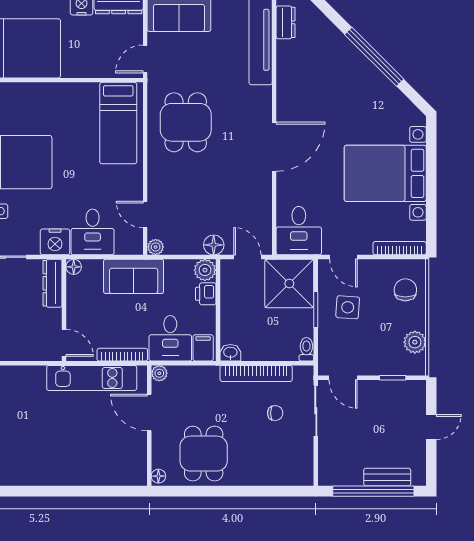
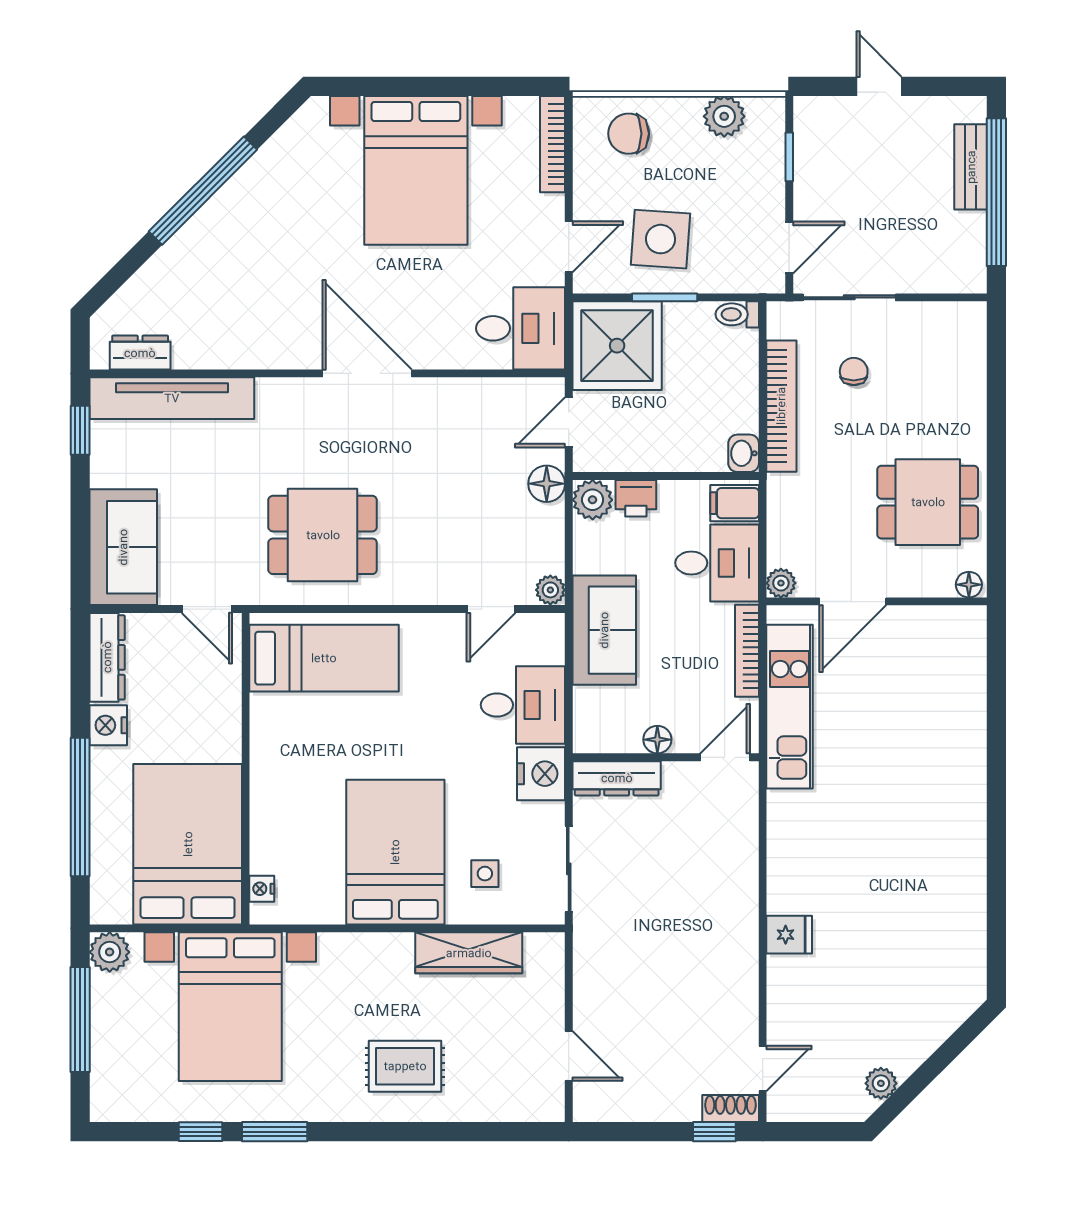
floor lamp: (74, 267) -> (657, 740), moved
side table: (348, 307) -> (661, 239), width x1.37, depth x1.37

